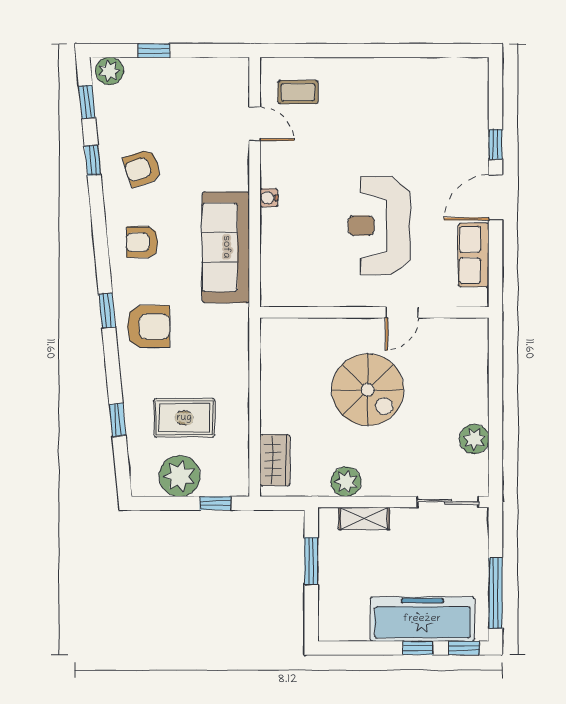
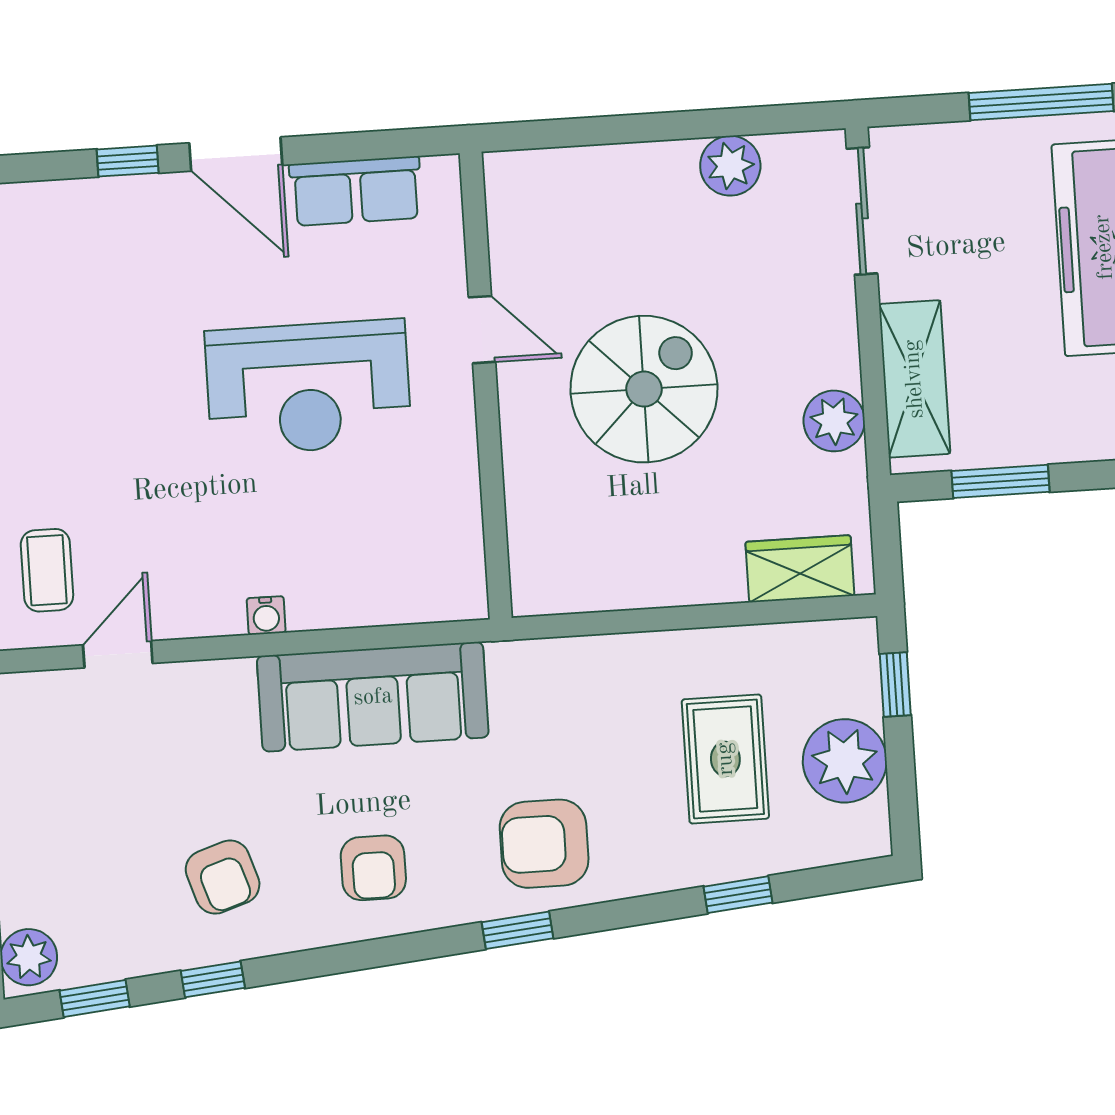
armchair: (149, 326) -> (544, 844), turned -90
shelving: (364, 518) -> (914, 379), width x1.50, depth x1.33

